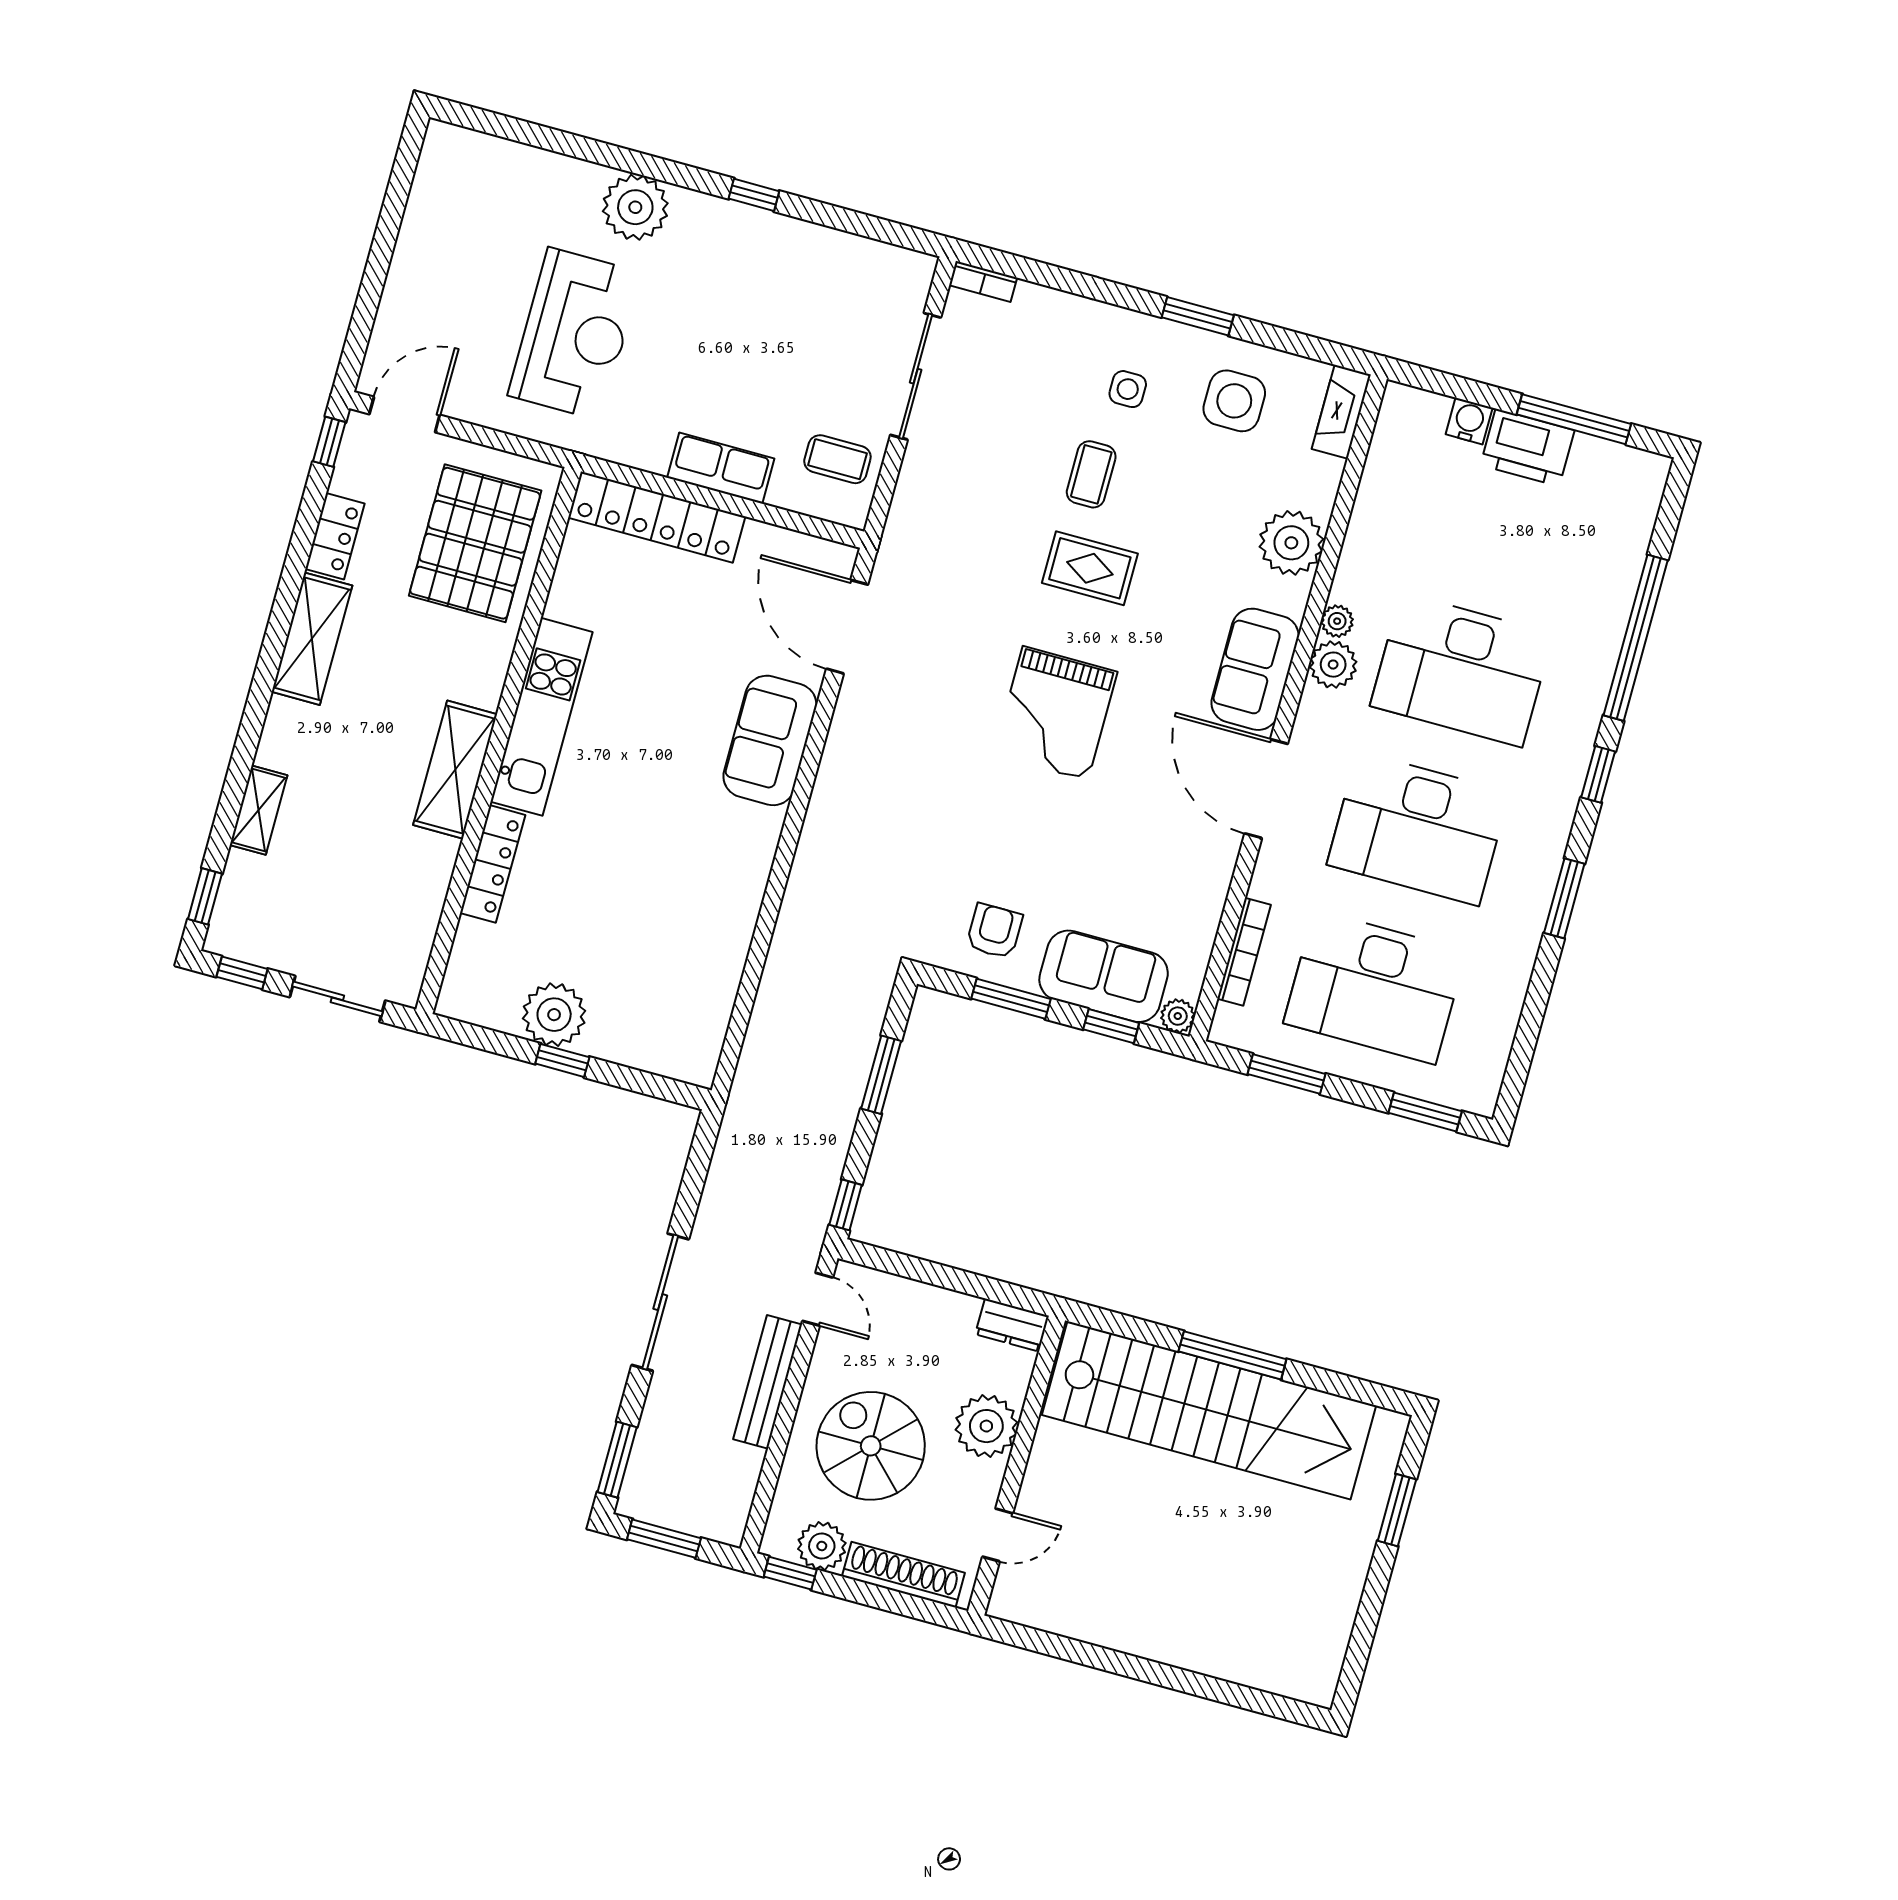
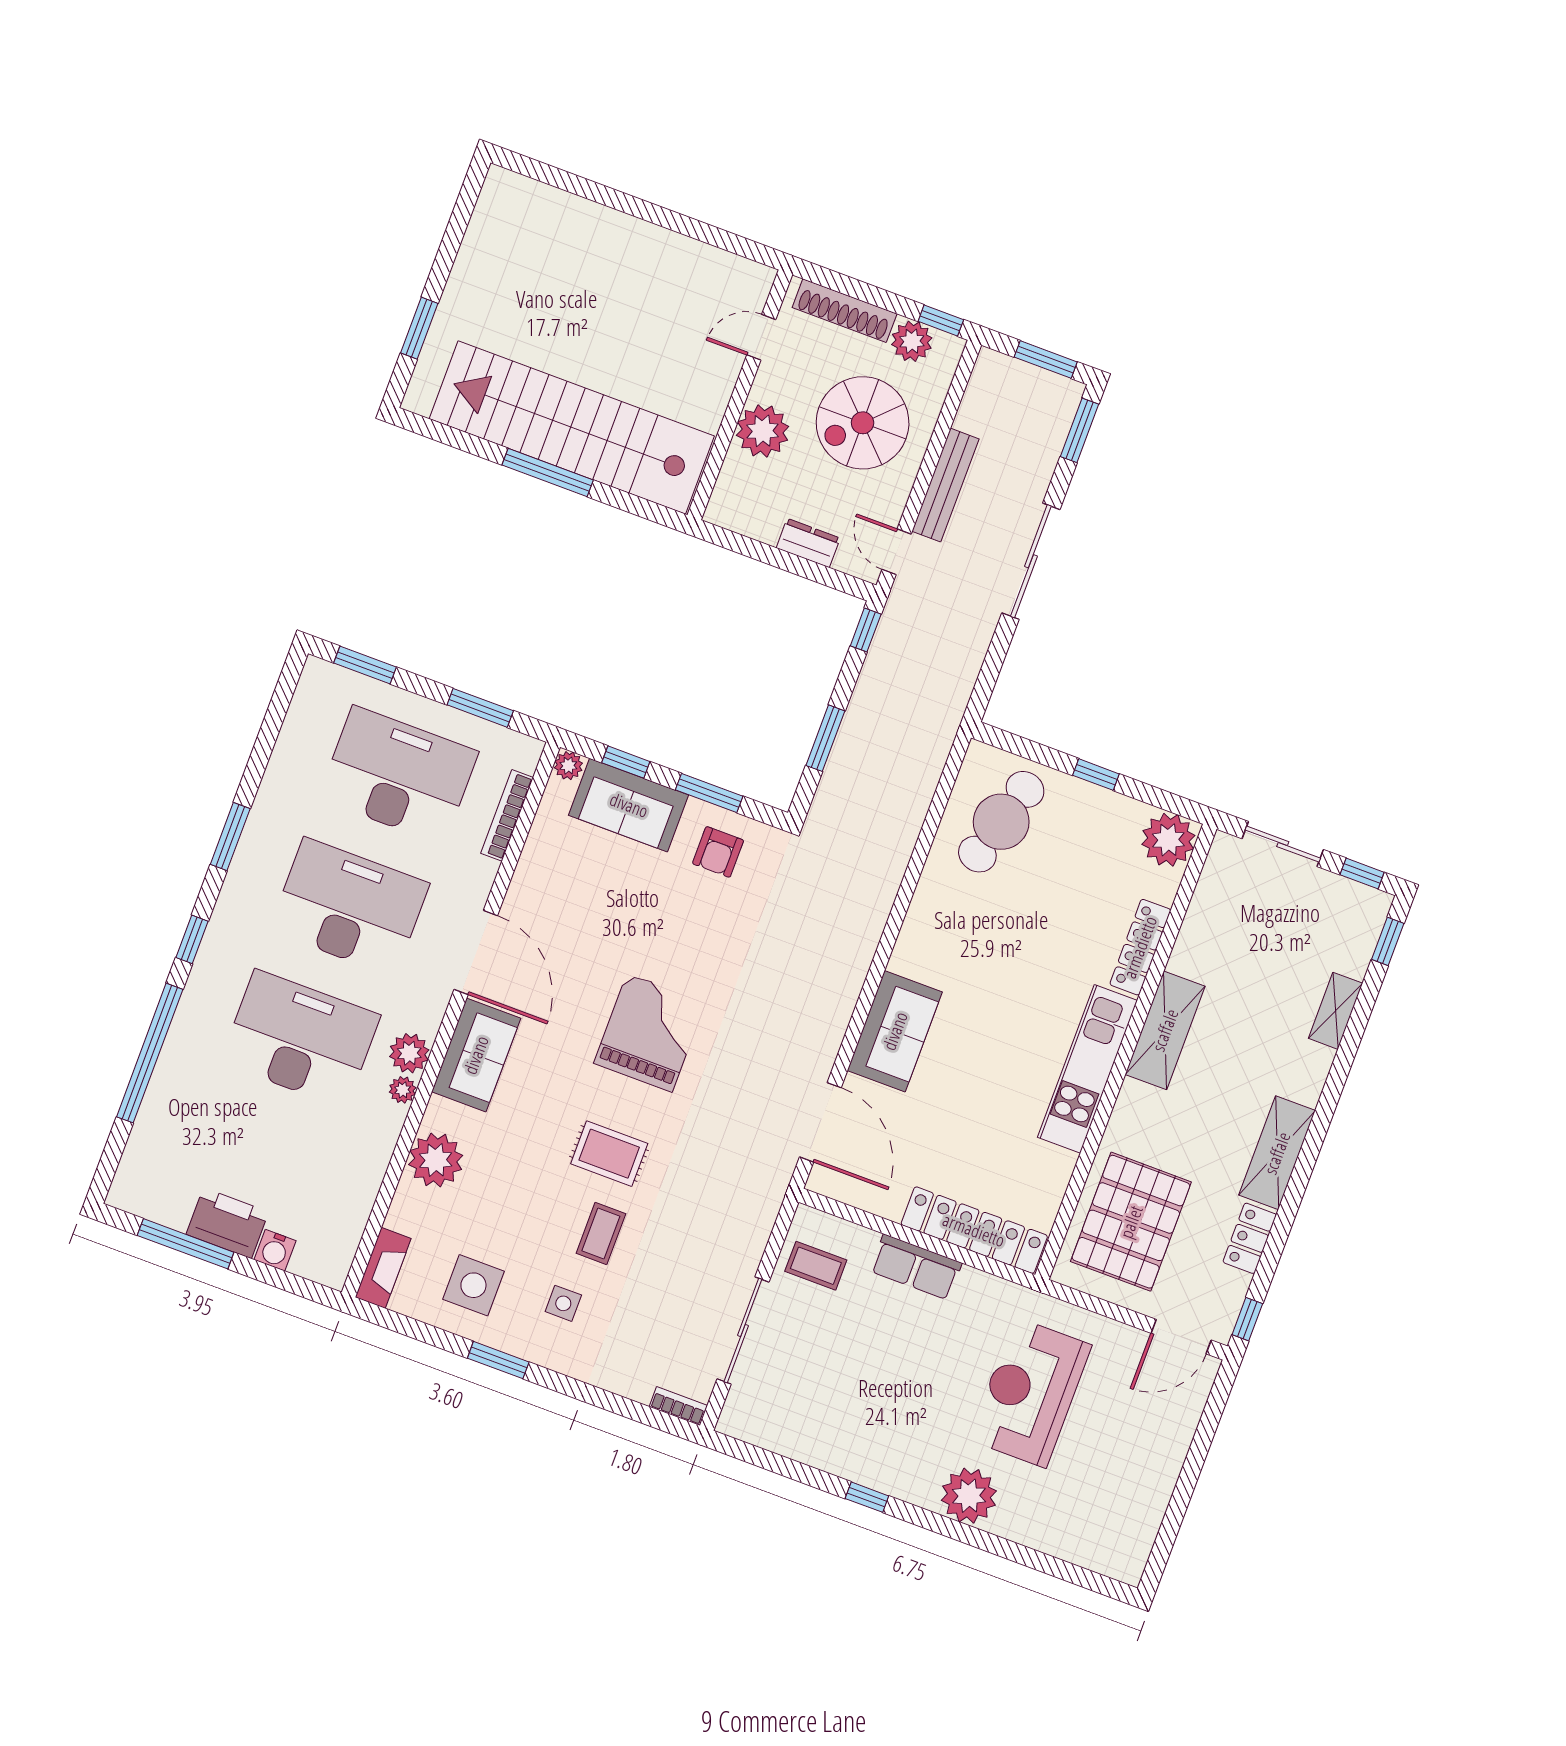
cafe table: (668, 996) -> (1001, 822), added
plant: (554, 1015) -> (1168, 840), moved
dresser: (1012, 1325) -> (808, 543), moved
spiral stairs: (871, 1446) -> (863, 423), turned 90

